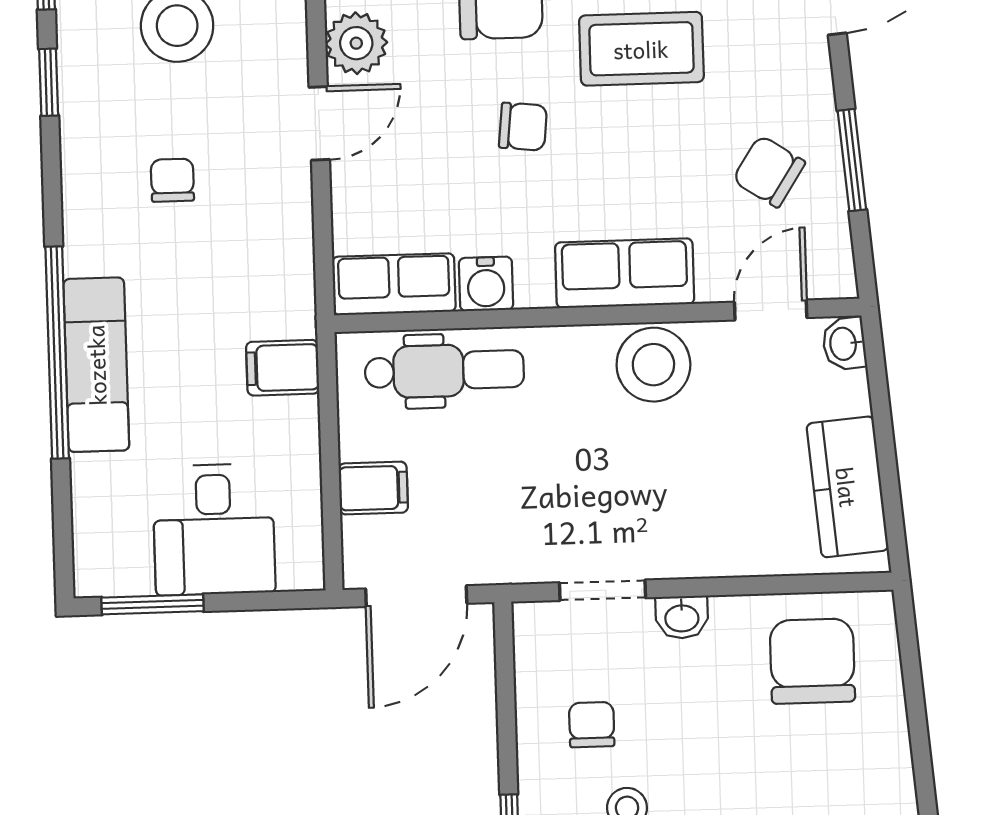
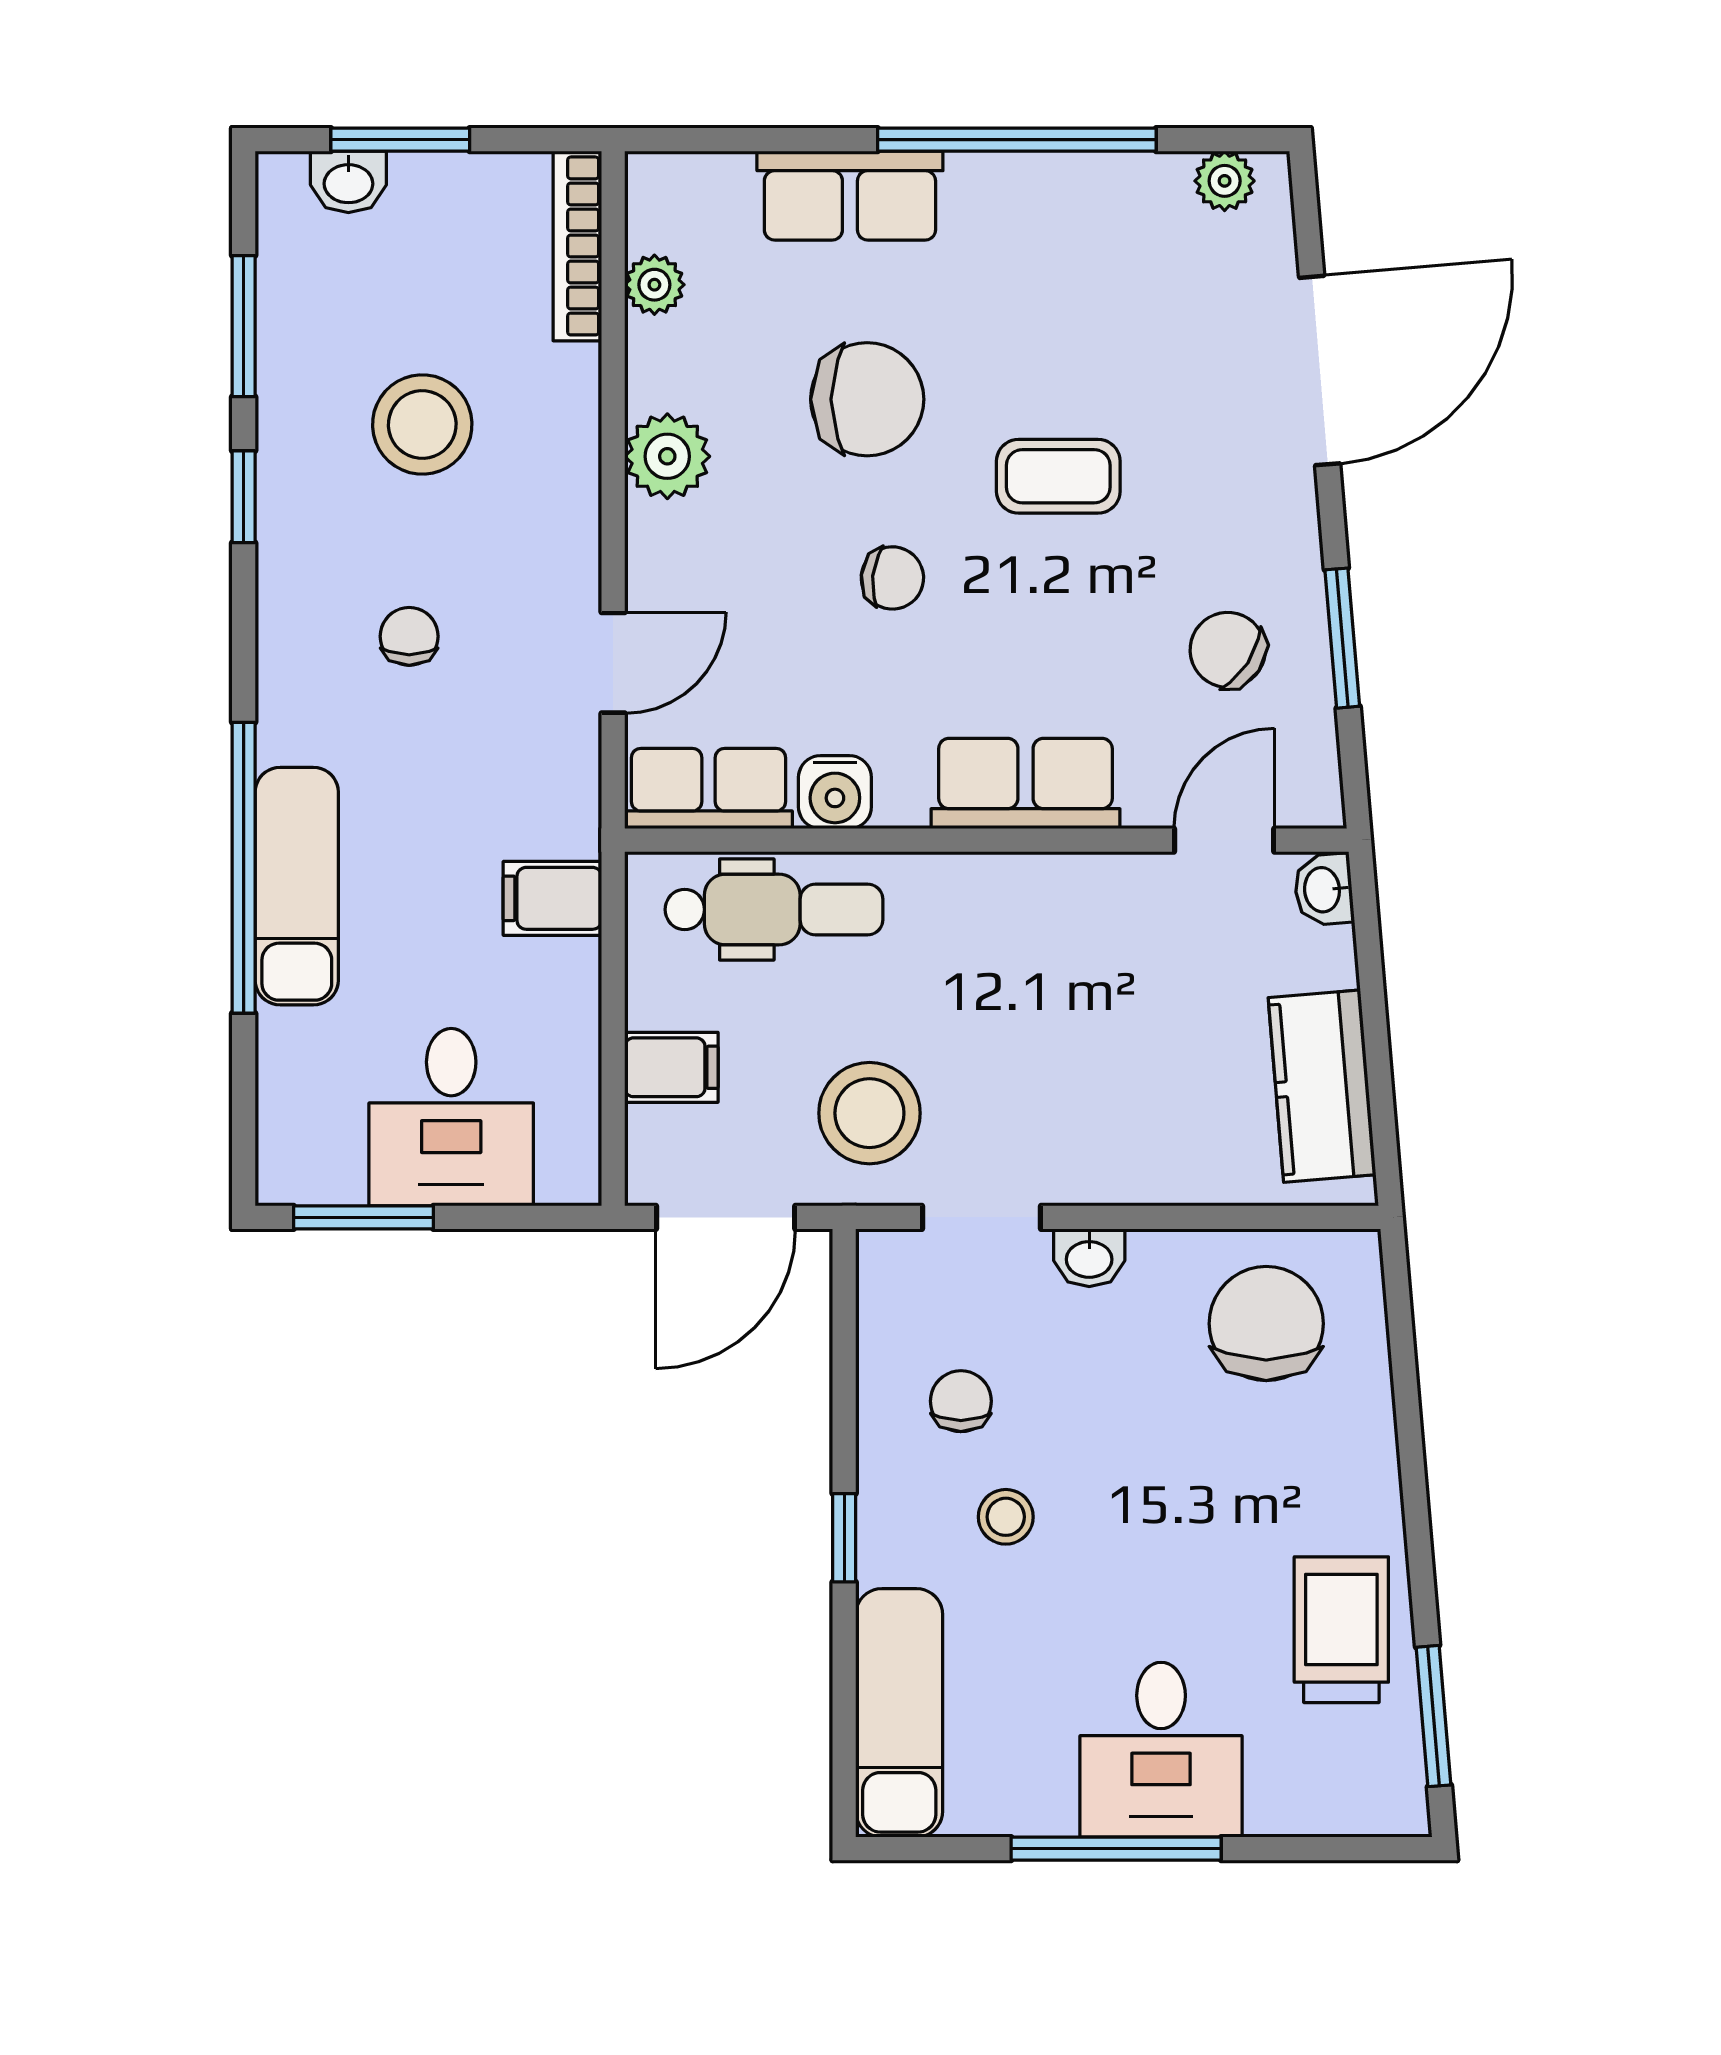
coffee table: (641, 49) -> (1058, 476), width x0.73, depth x0.77
door: (319, 123) -> (613, 663), moved
stool: (653, 365) -> (869, 1113), moved

